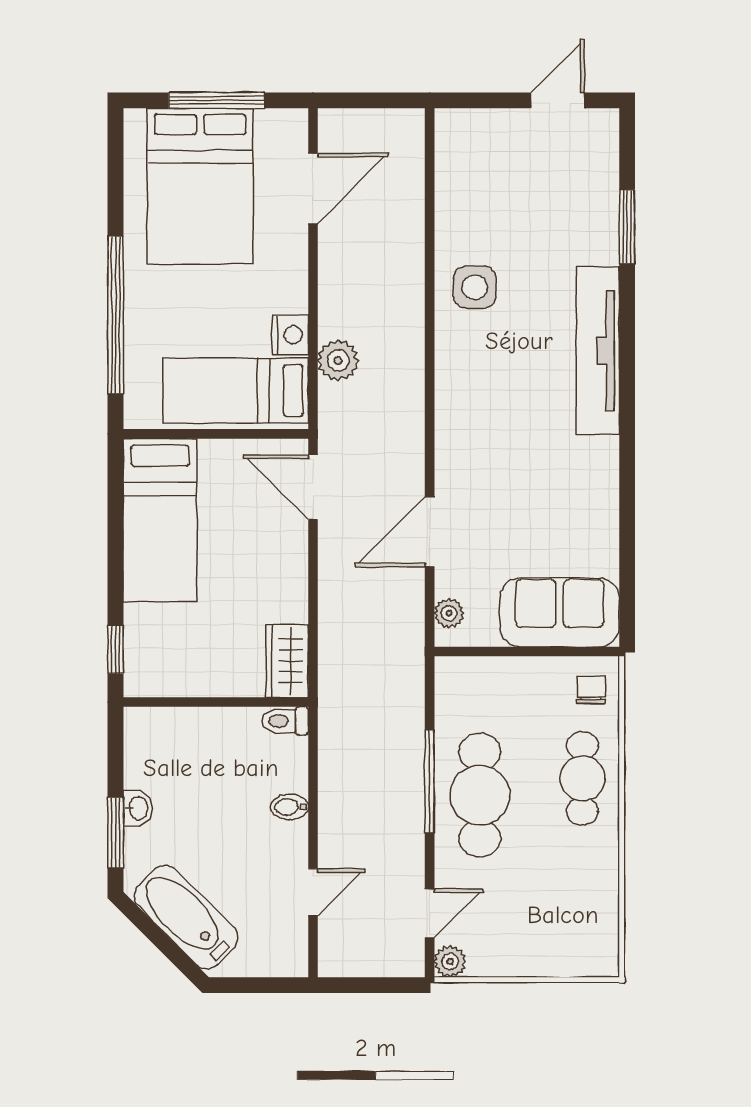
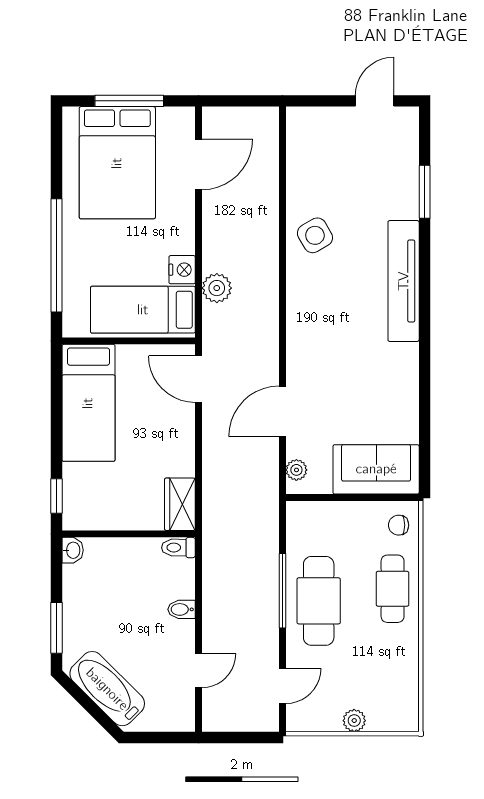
side table: (475, 287) -> (315, 235), turned -30
chair: (591, 690) -> (399, 525), turned -90
washbasin: (138, 808) -> (73, 550), moved
plant: (450, 961) -> (354, 721), moved

